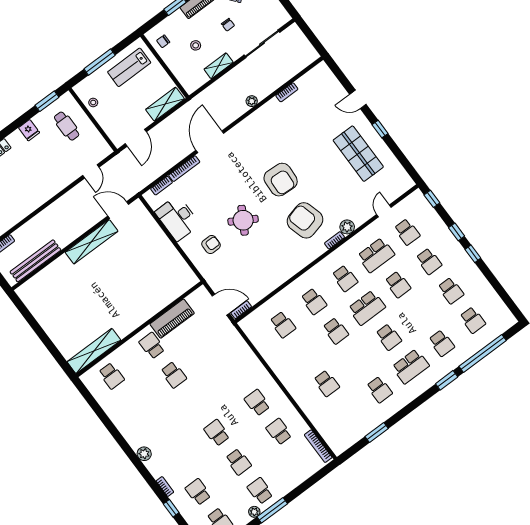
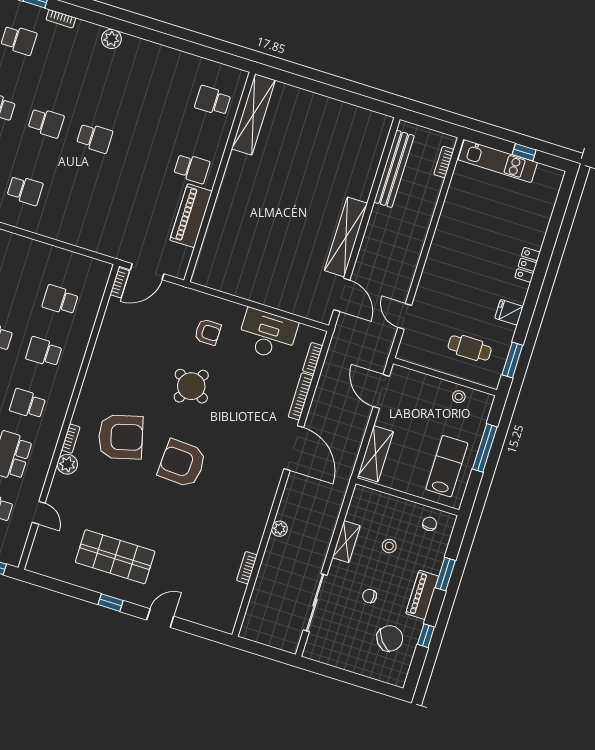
door: (118, 210) -> (342, 295), hinge flipped
armchair: (211, 245) -> (208, 332), turned -90
school desk: (174, 375) -> (95, 138), moved, turned 180

